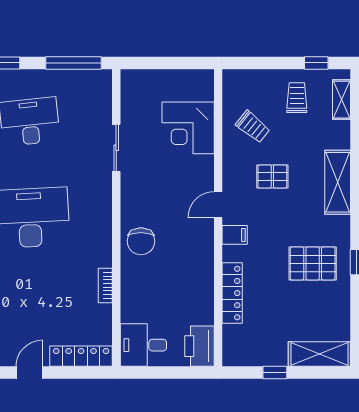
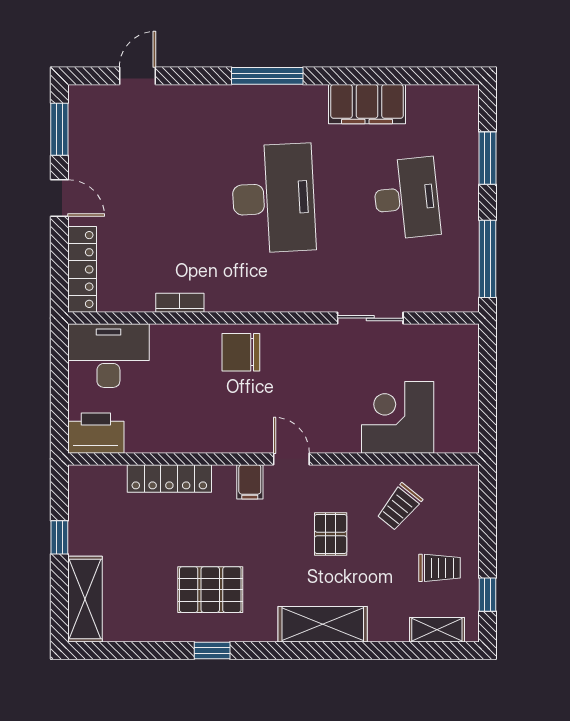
pallet: (313, 263) -> (210, 590), turned 90
desk: (143, 345) -> (108, 356), width x1.37

